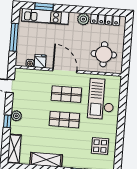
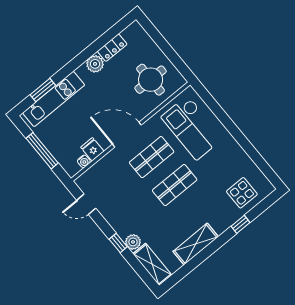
locker: (105, 20) -> (112, 48), width x0.66
plant: (16, 116) -> (133, 242), moved
display table: (100, 146) -> (242, 193), moved

